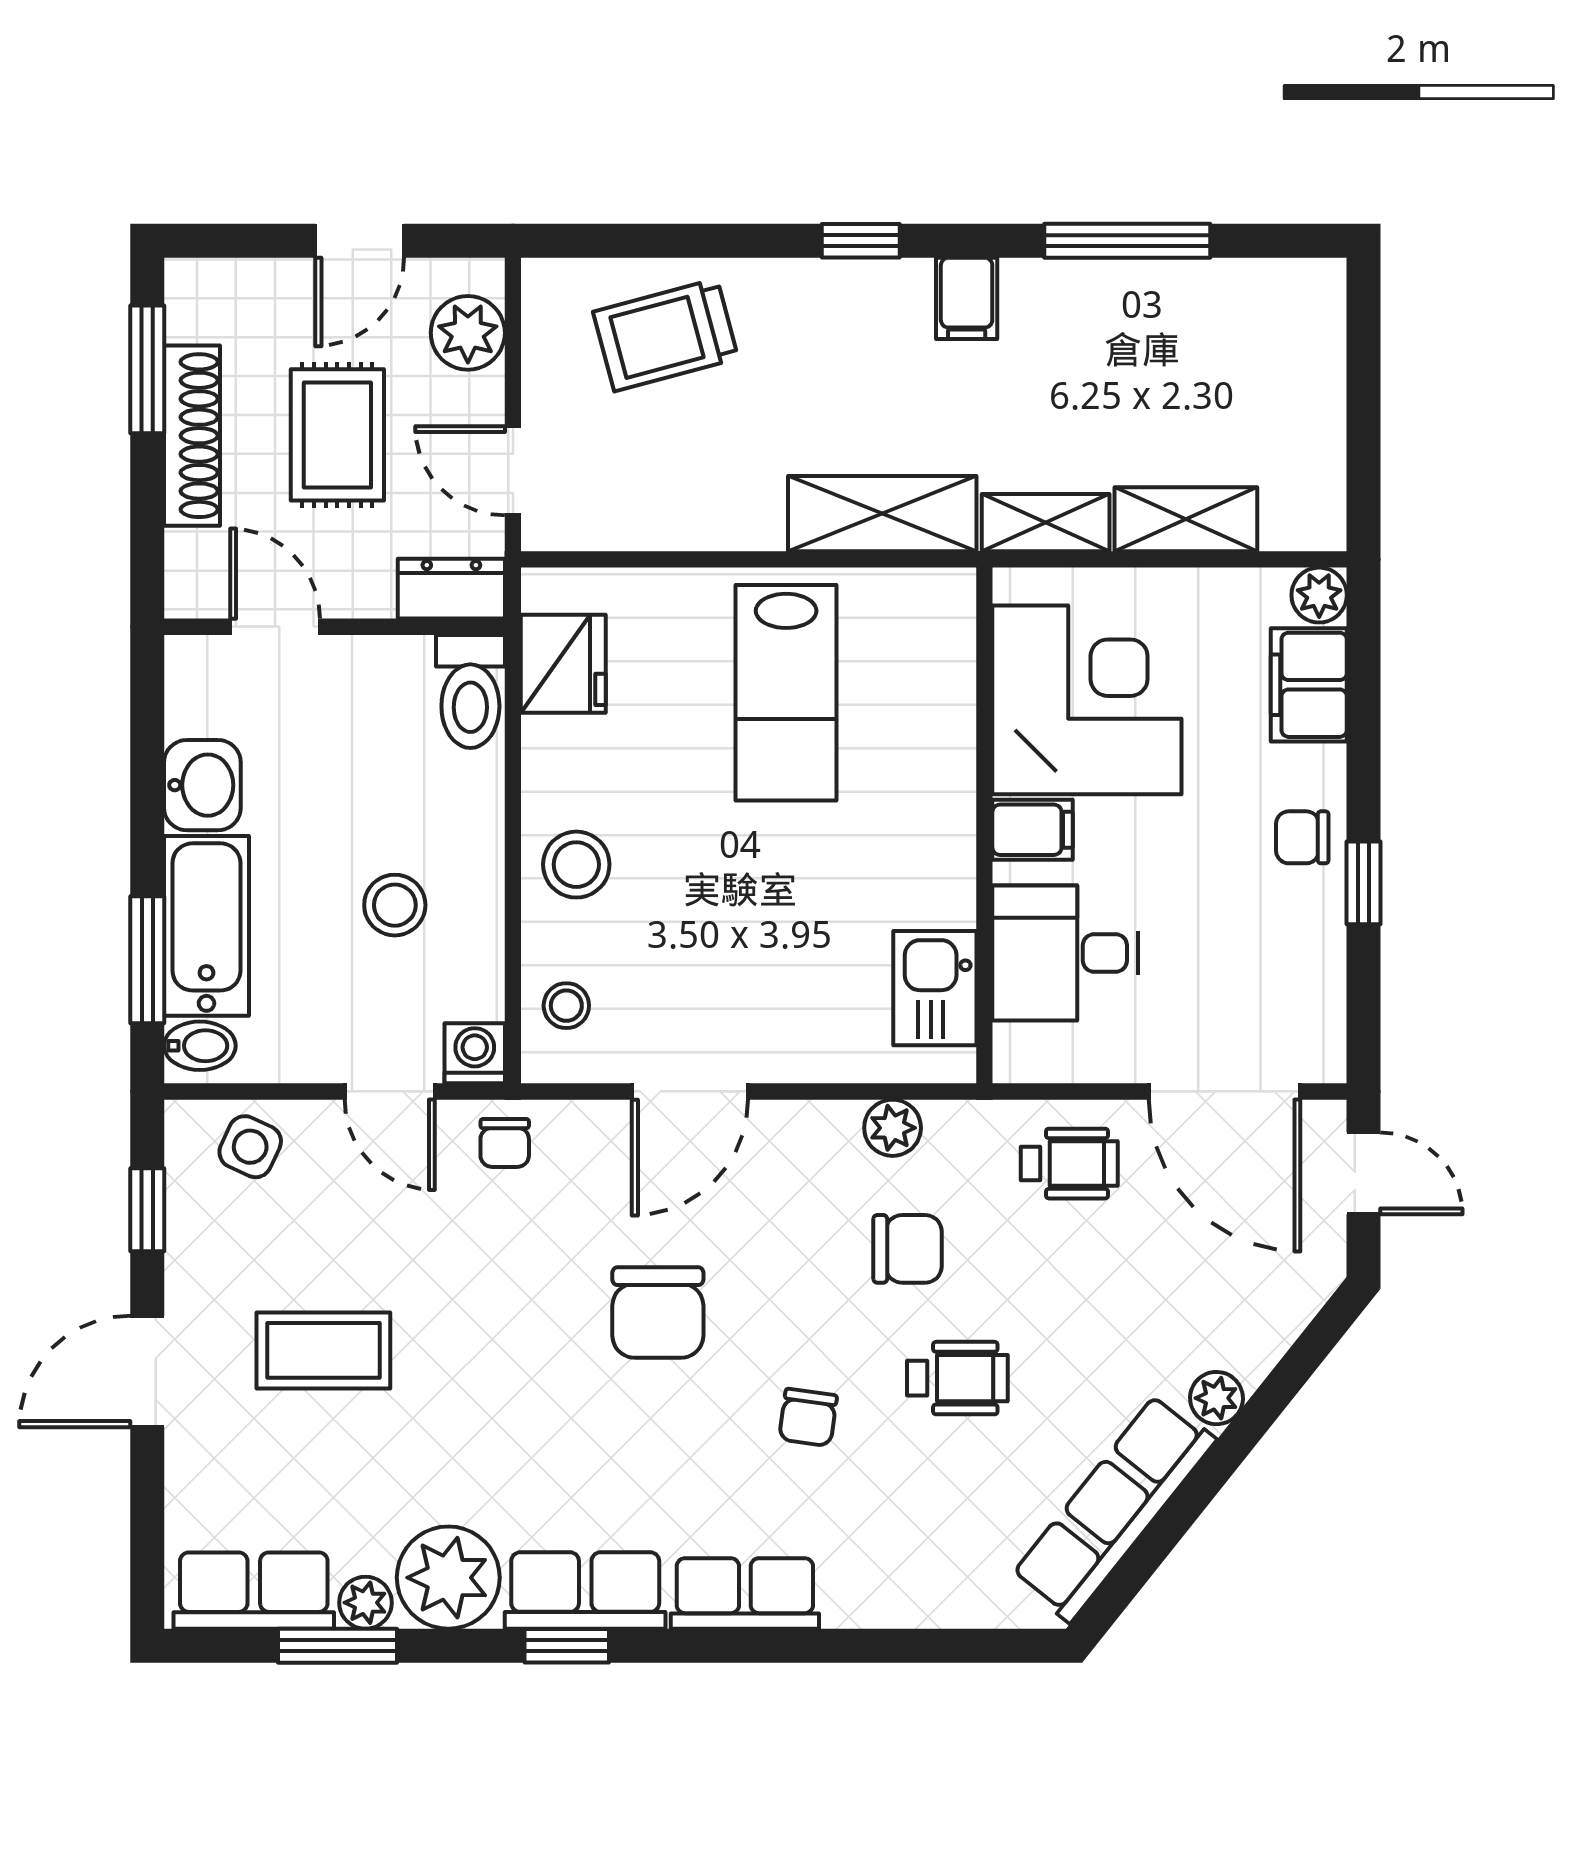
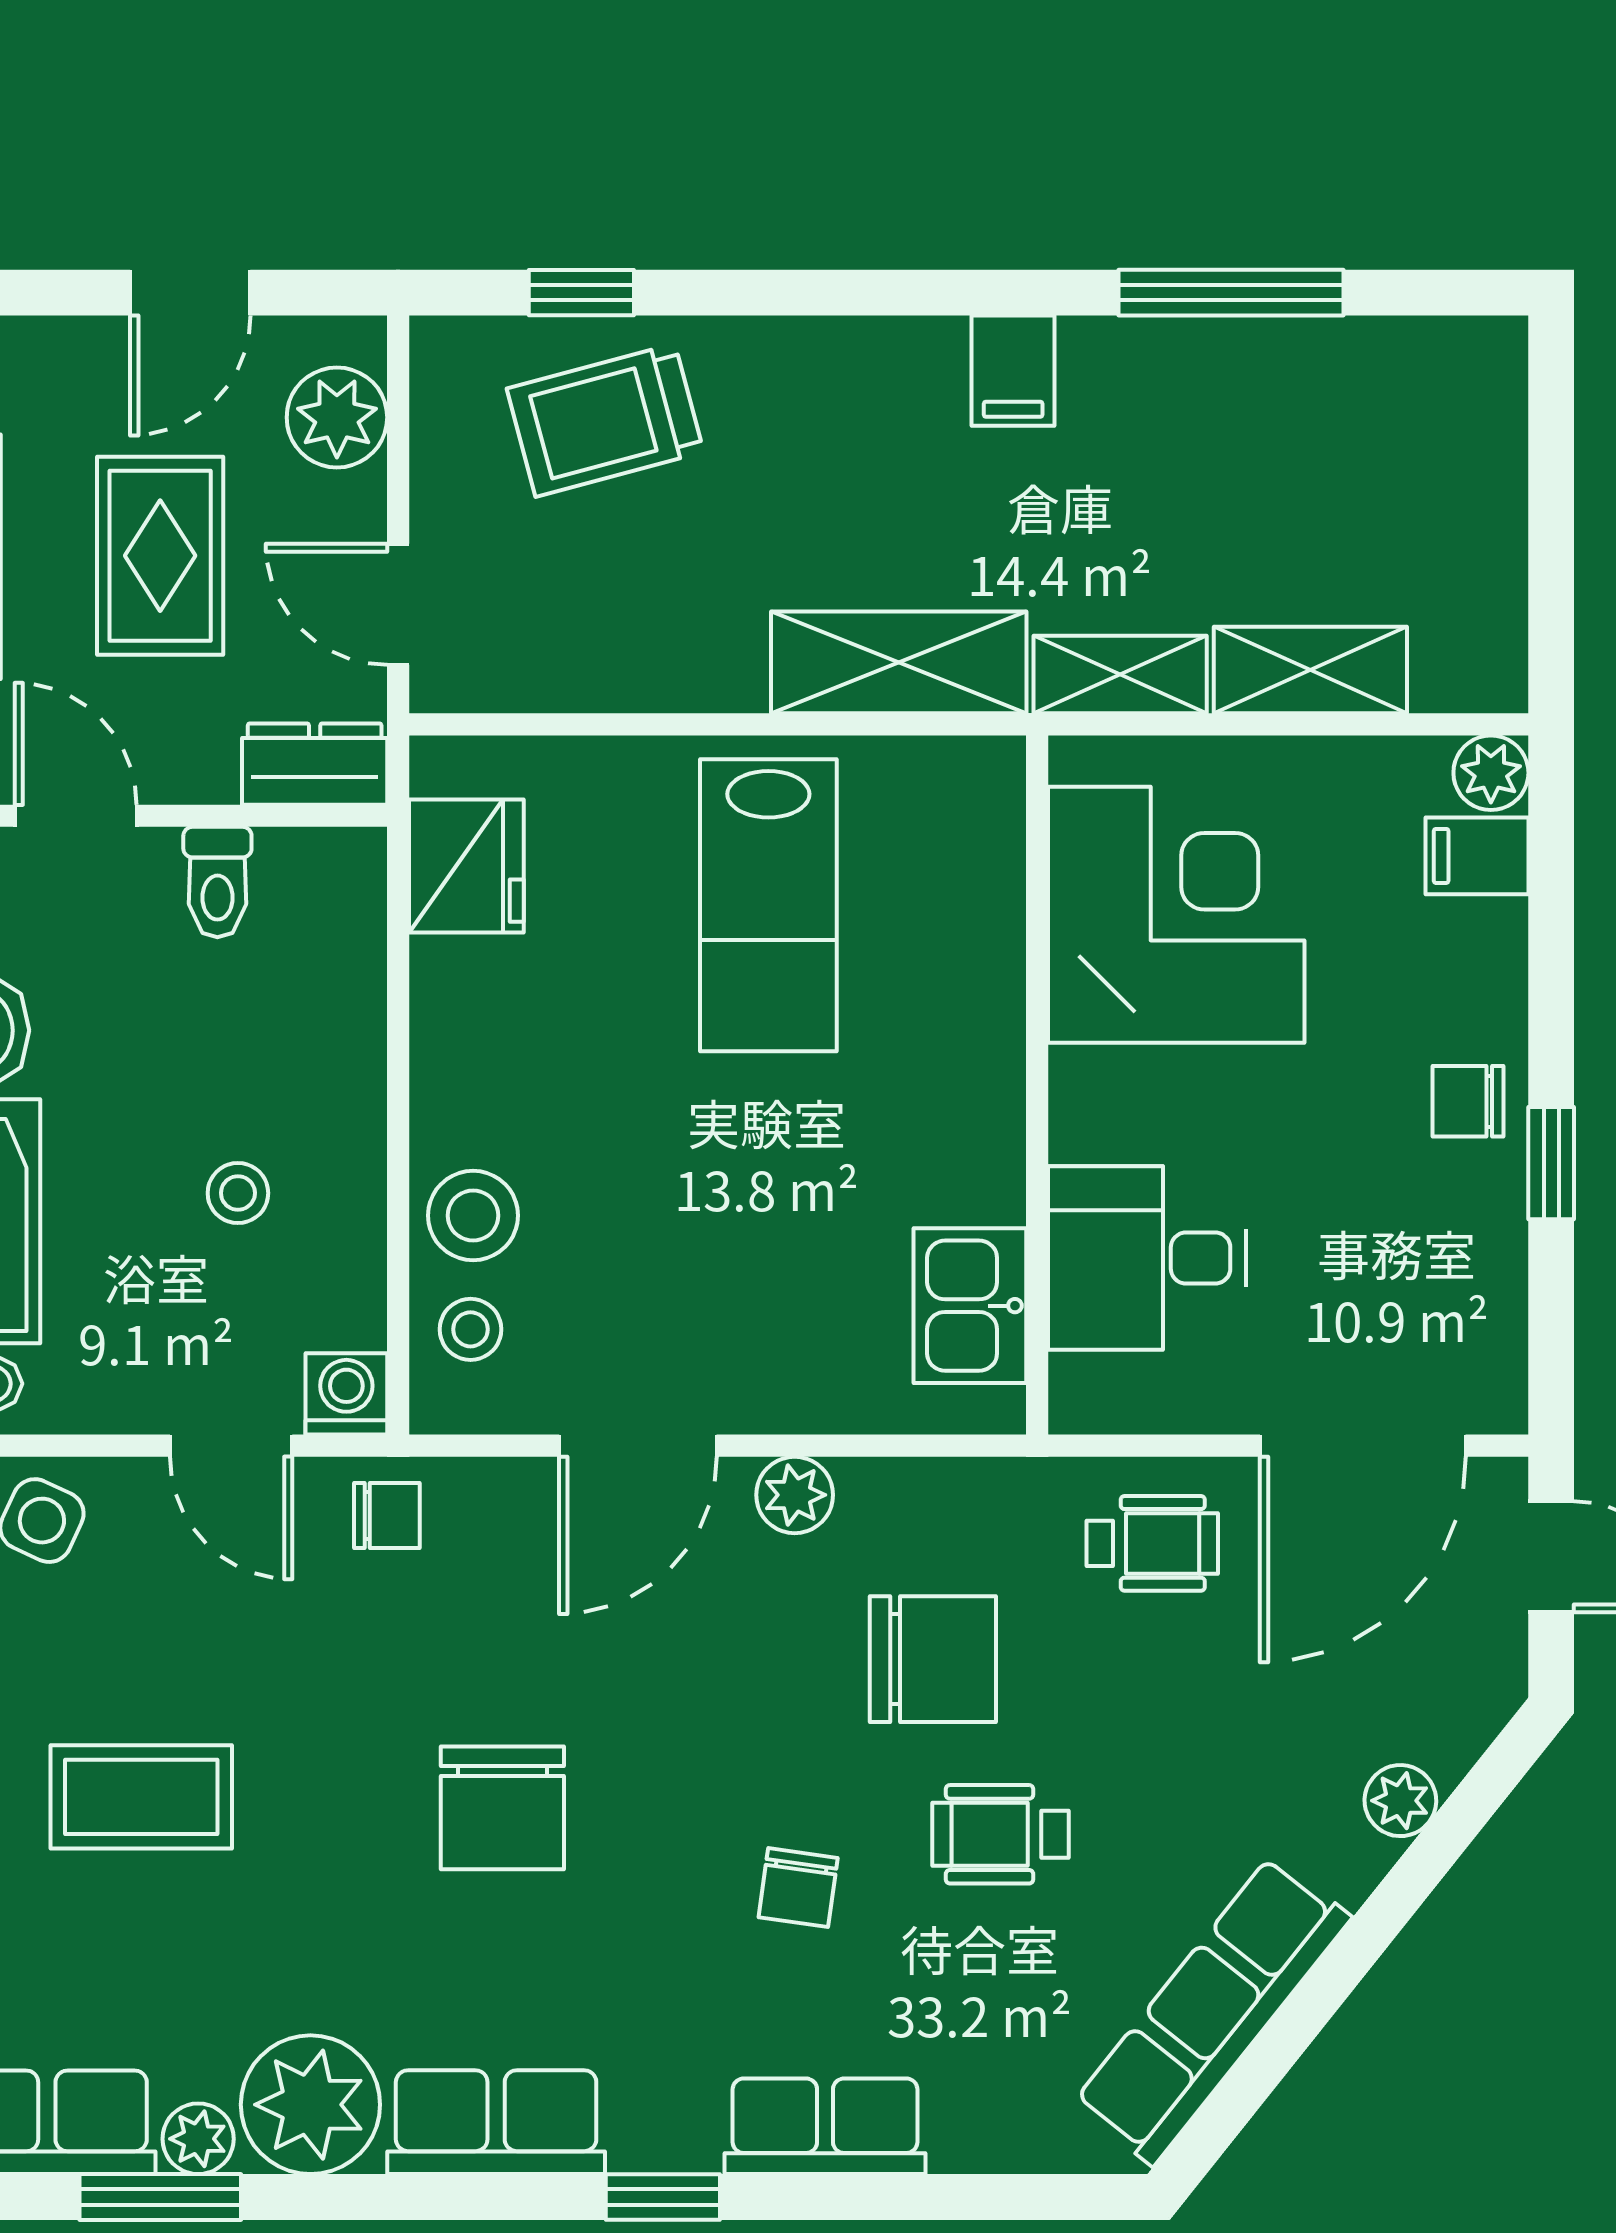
window: (861, 241) -> (581, 293), moved
filing cabinet: (1309, 685) -> (1477, 856), width x0.50
toilet: (470, 691) -> (217, 882), moved, width x0.73, depth x0.72
filing cabinet: (1033, 830) -> (1103, 1091), removed
stool: (576, 865) -> (473, 1216), moved
stool: (395, 905) -> (238, 1193), width x0.73, depth x0.73
door: (1225, 1091) -> (1363, 1446), hinge flipped
plant: (893, 1128) -> (795, 1495), moved
chair: (505, 1143) -> (387, 1515), turned -90
chair: (908, 1249) -> (933, 1659), width x1.37, depth x1.37
chair: (658, 1312) -> (502, 1808), moved
wheelchair: (957, 1378) -> (1000, 1834), turned 180
plant: (1216, 1398) -> (1400, 1801), moved
row of seats: (745, 1593) -> (825, 2126), moved
window: (567, 1646) -> (663, 2197), moved

